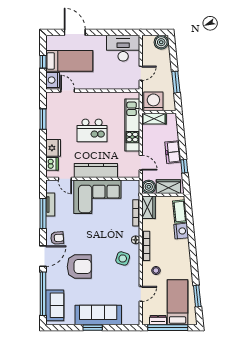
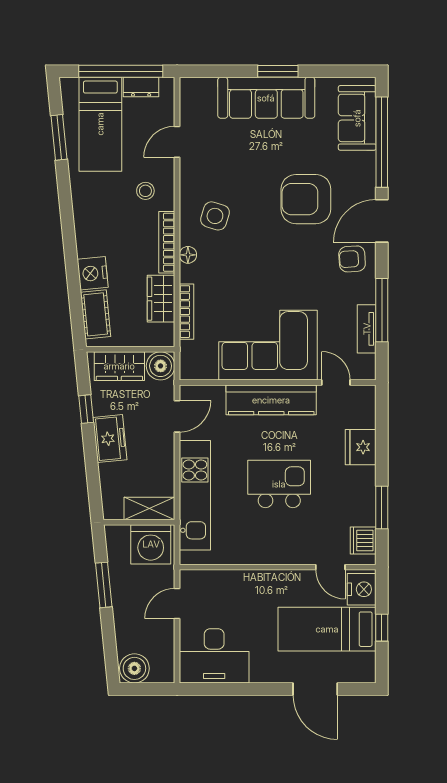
door: (141, 163) -> (177, 416), swing flipped
dishwasher: (52, 164) -> (363, 540), moved
wardrobe: (148, 207) -> (161, 299), moved

